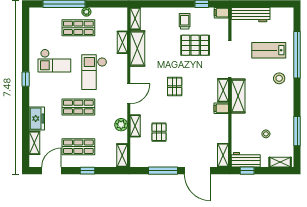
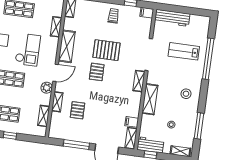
pallet: (195, 45) -> (106, 50), moved
shelving: (137, 48) -> (67, 46), moved
checkout: (94, 72) -> (28, 50), turned 180
stool: (279, 78) -> (186, 94), moved
shelving: (238, 96) -> (150, 99), moved
filing cabinet: (221, 108) -> (132, 122), moved
plant: (121, 125) -> (47, 88), moved
shelving: (122, 155) -> (44, 116), moved

